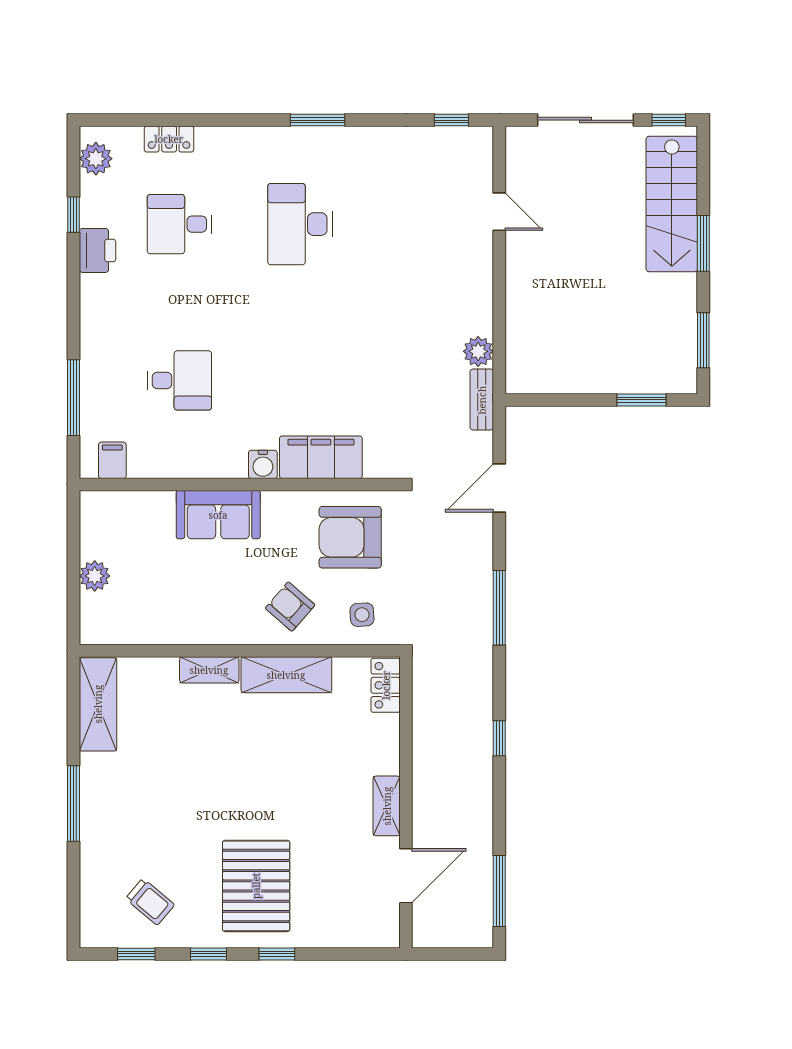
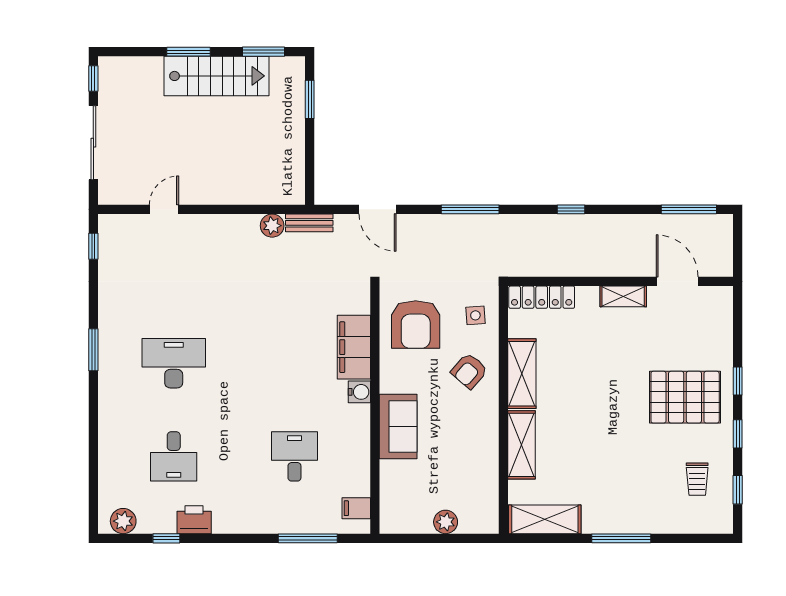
locker: (169, 139) -> (108, 464), removed
stairs: (672, 204) -> (216, 76), moved
desk: (300, 224) -> (174, 363), turned 180
shelving: (209, 670) -> (522, 445), width x1.50, depth x1.33
locker: (386, 685) -> (542, 297), width x1.53
trolley: (150, 902) -> (697, 479), turned 140

